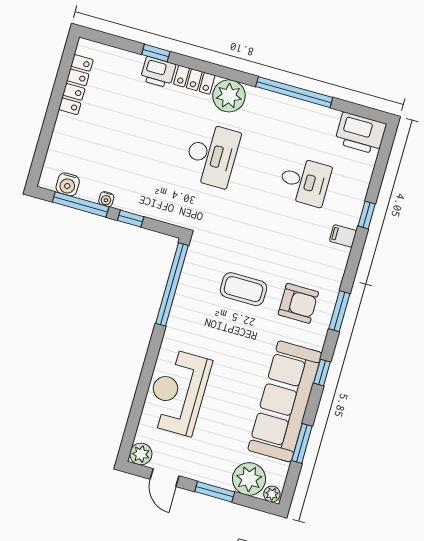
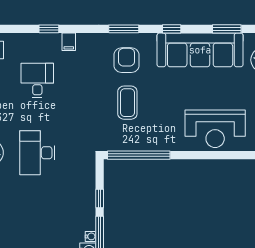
desk: (212, 155) -> (37, 153), turned -90
water cooler: (106, 199) -> (91, 236), moved

